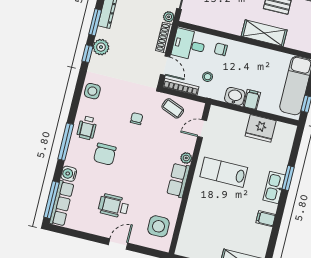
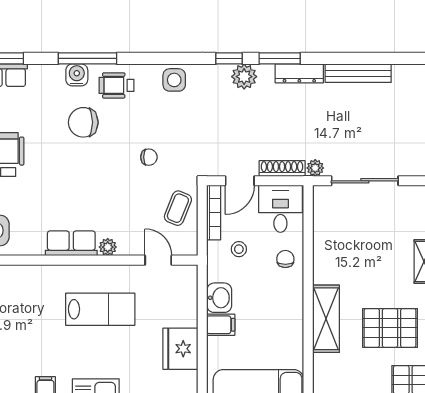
lab bench: (224, 172) -> (100, 309), turned 90
water cooler: (69, 174) -> (77, 75), moved

